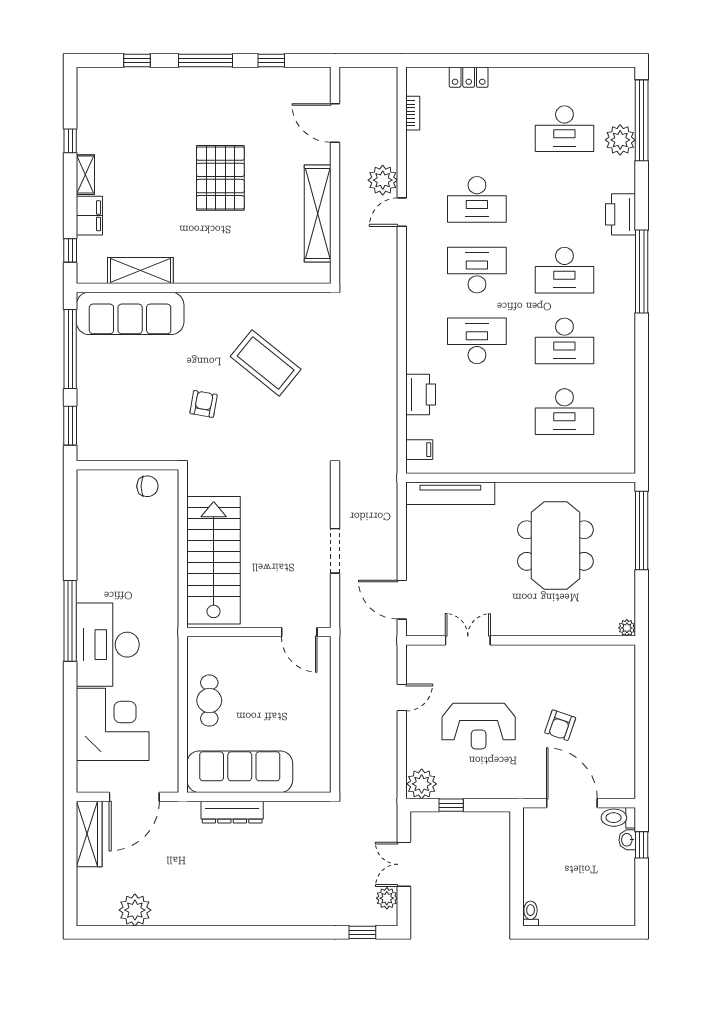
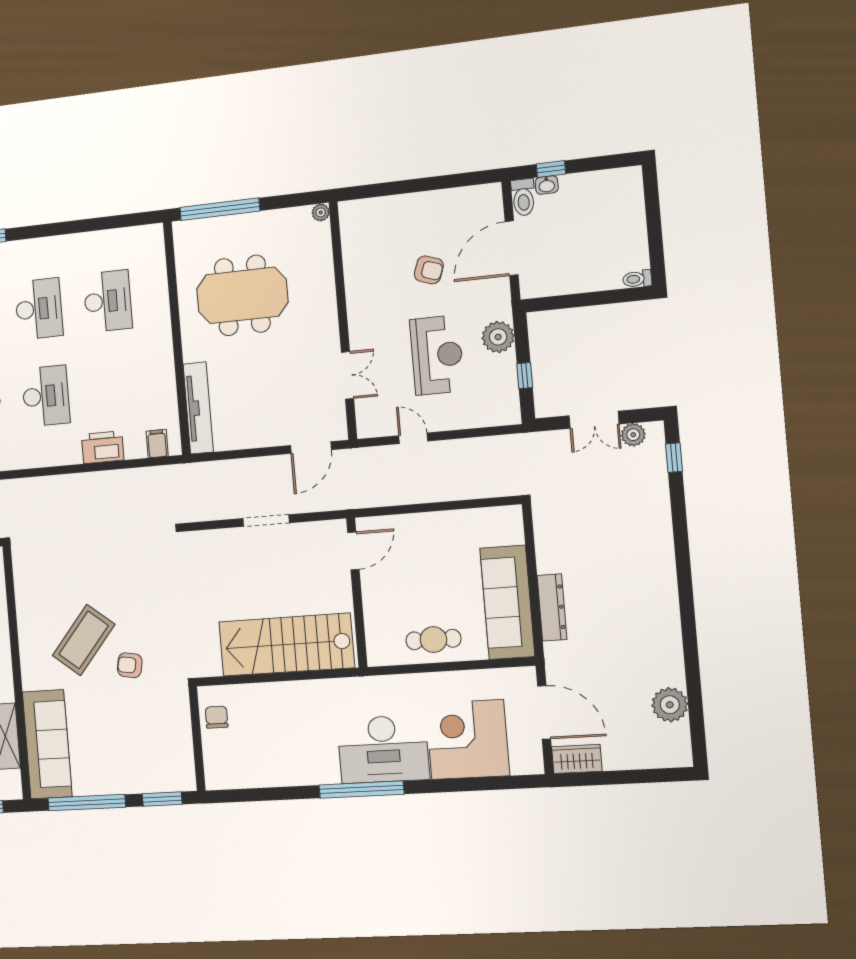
desk: (477, 341) -> (46, 396), turned 180
coffee table: (266, 363) -> (84, 640), moved
double door: (468, 640) -> (347, 375), swing flipped
plant: (422, 784) -> (498, 337), moved
wardrobe: (89, 834) -> (577, 759), width x0.67

